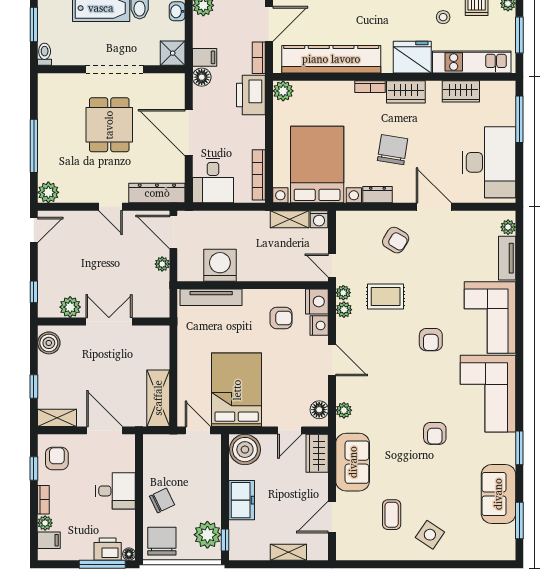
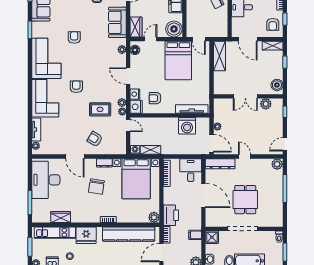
floor lamp: (202, 77) -> (197, 225), removed
wardrobe: (406, 92) -> (89, 217), removed

